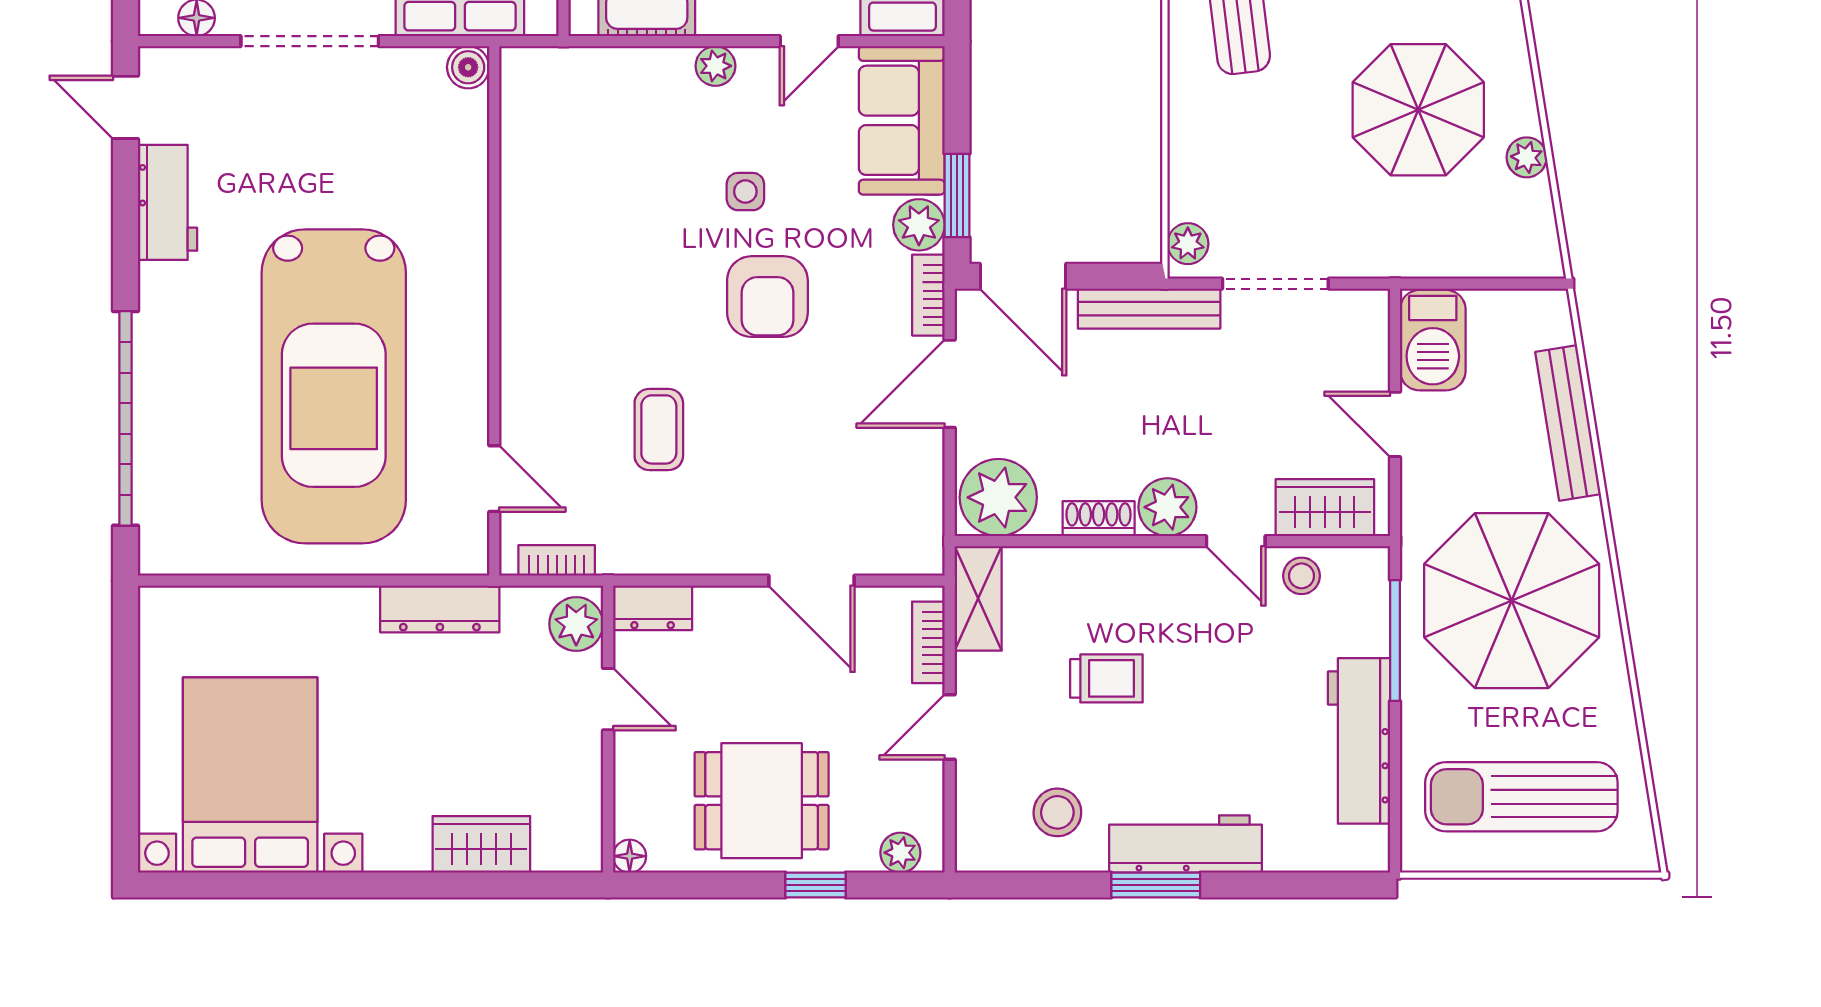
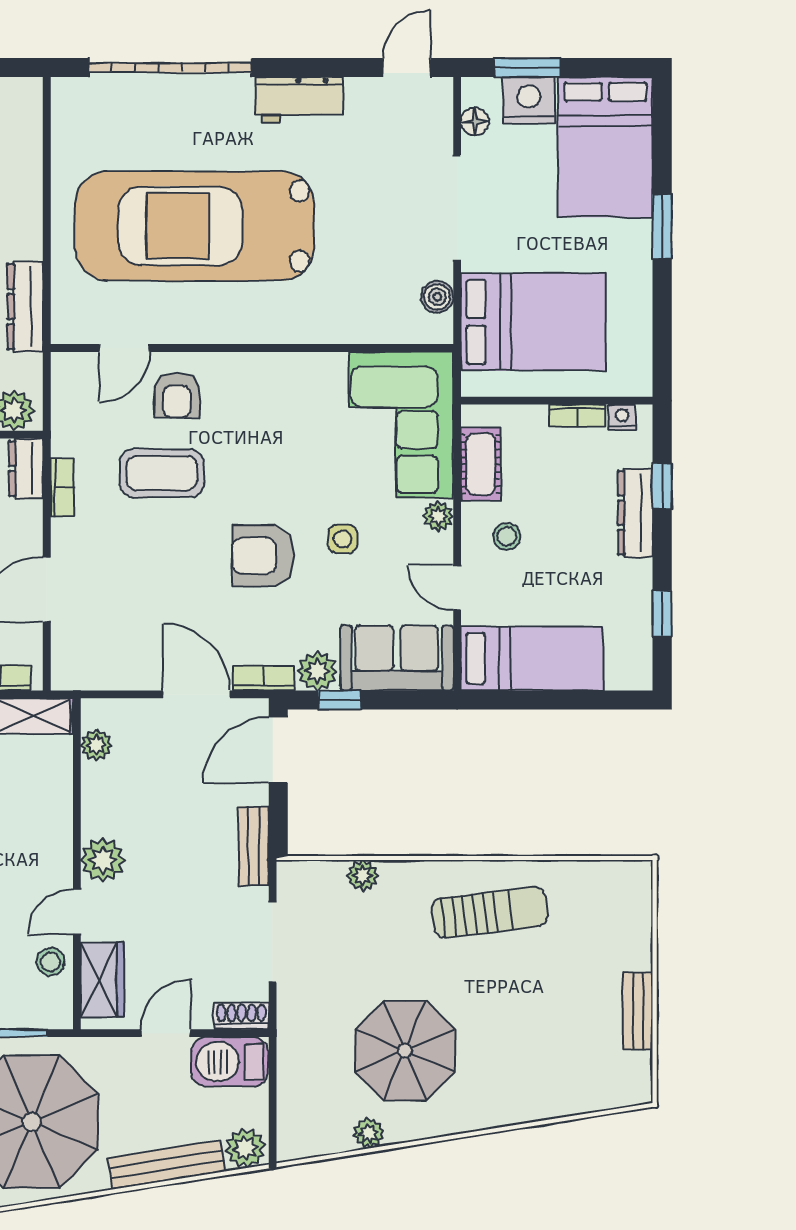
boiler: (468, 67) -> (437, 297), moved
corner sofa: (595, 115) -> (401, 425), added
window: (957, 196) -> (340, 700), width x0.67
workbench: (168, 202) -> (299, 100), moved
plant: (1188, 244) -> (363, 875), moved
bench: (1149, 309) -> (254, 846), width x0.73
plant: (1546, 319) -> (245, 1148), added
armchair: (556, 410) -> (177, 395), added
coffee table: (659, 429) -> (162, 473), width x1.36, depth x1.30
plant: (998, 497) -> (96, 745), width x0.53, depth x0.53
shoe rack: (1099, 519) -> (241, 1016), moved, turned -90
bookcase: (557, 560) -> (62, 488), moved

